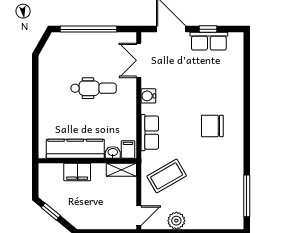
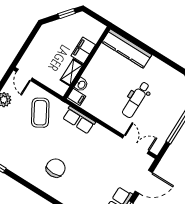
water cooler: (148, 96) -> (106, 136), removed
kitchen counter: (75, 149) -> (127, 49), moved, turned 90
shelving: (121, 170) -> (72, 72), moved

